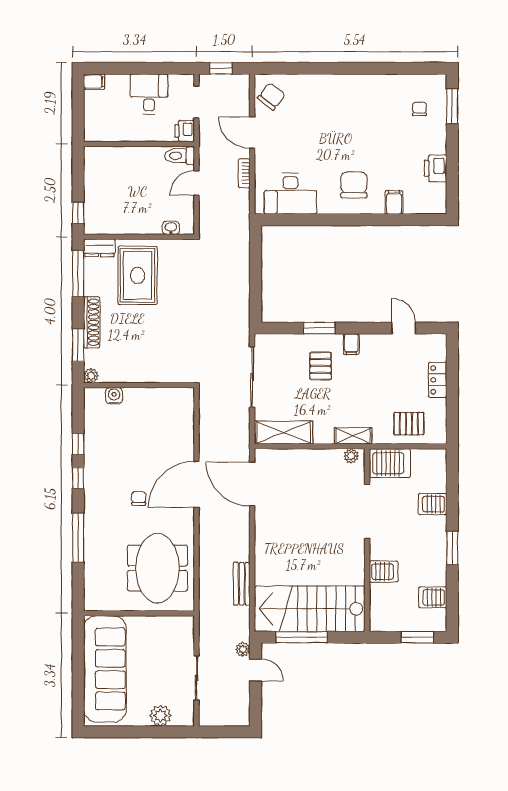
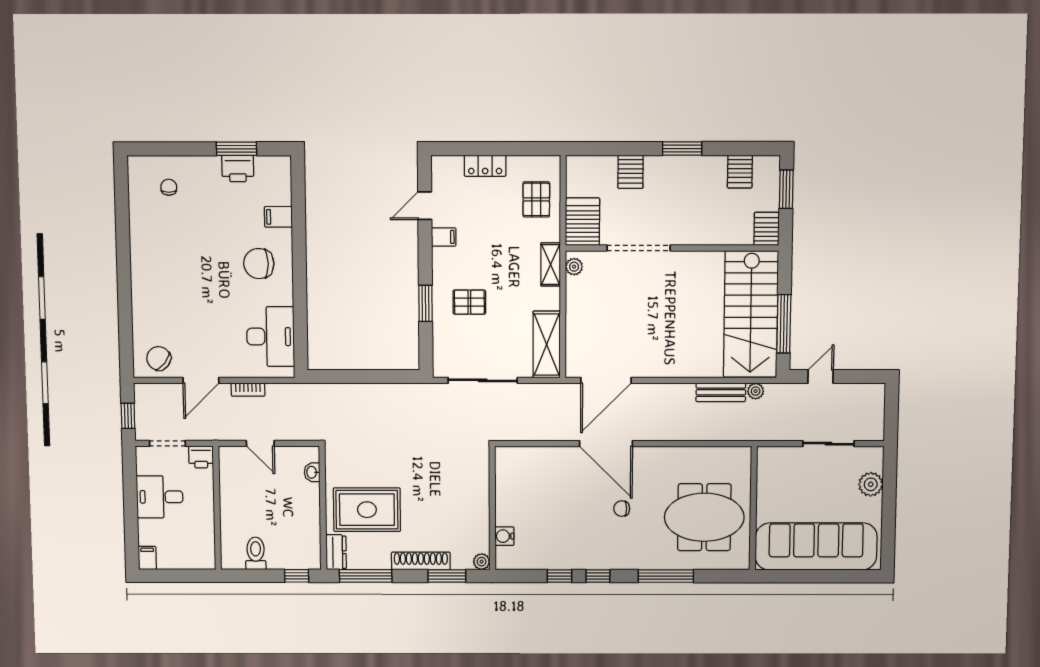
window: (452, 106) -> (237, 149), moved
chair: (419, 109) -> (169, 187), turned 90
toilet: (180, 156) -> (256, 553), moved, turned 180
filing cabinet: (351, 344) -> (444, 237), moved
meeting table: (157, 568) -> (704, 517), moved
server rack: (384, 572) -> (767, 229), moved
plant: (243, 649) -> (756, 391), moved

